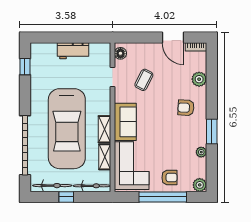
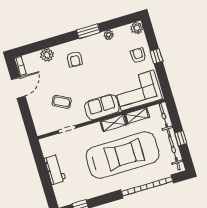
floor lamp: (120, 53) -> (45, 128), removed
window: (163, 197) -> (156, 56), width x0.32

